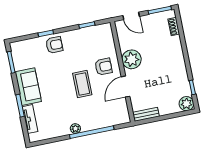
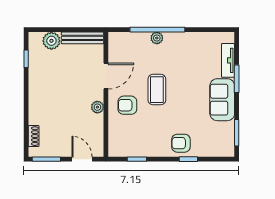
plant: (132, 59) -> (97, 107), width x0.53, depth x0.53
plant: (186, 104) -> (51, 41), moved
bench: (146, 114) -> (83, 38), width x1.36
plant: (75, 129) -> (157, 38), moved

